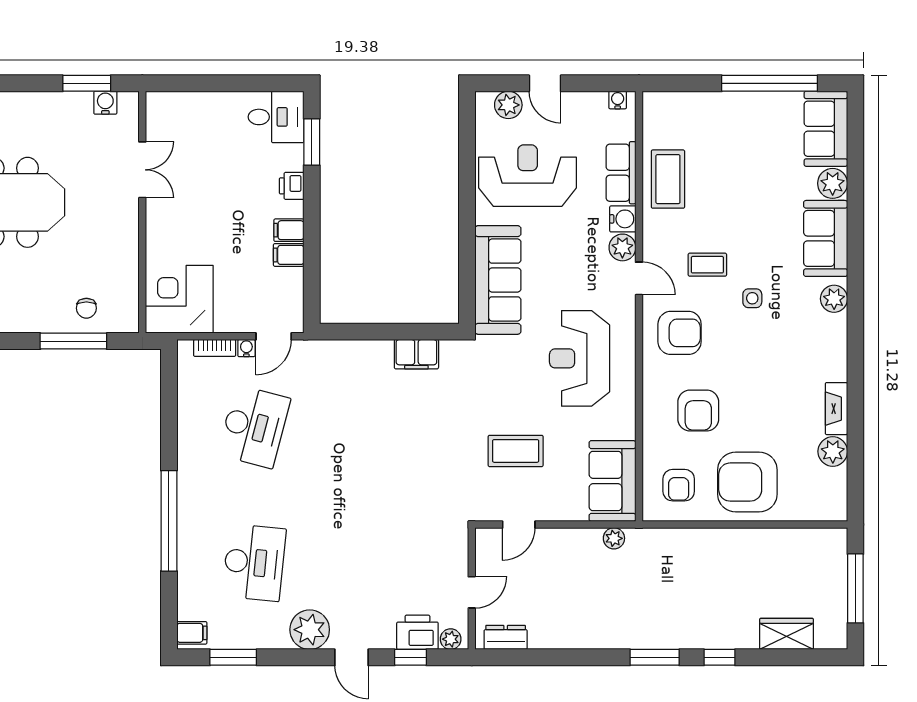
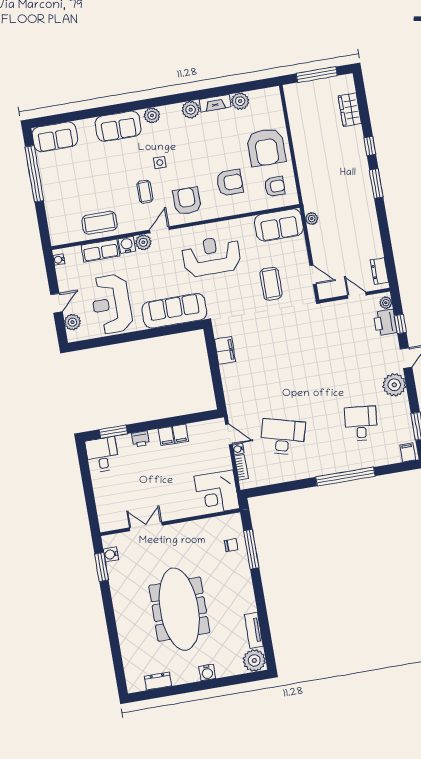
plant: (833, 183) -> (191, 110), moved
reception desk: (580, 358) -> (211, 256), turned 180
desk: (254, 562) -> (361, 423), width x0.73

